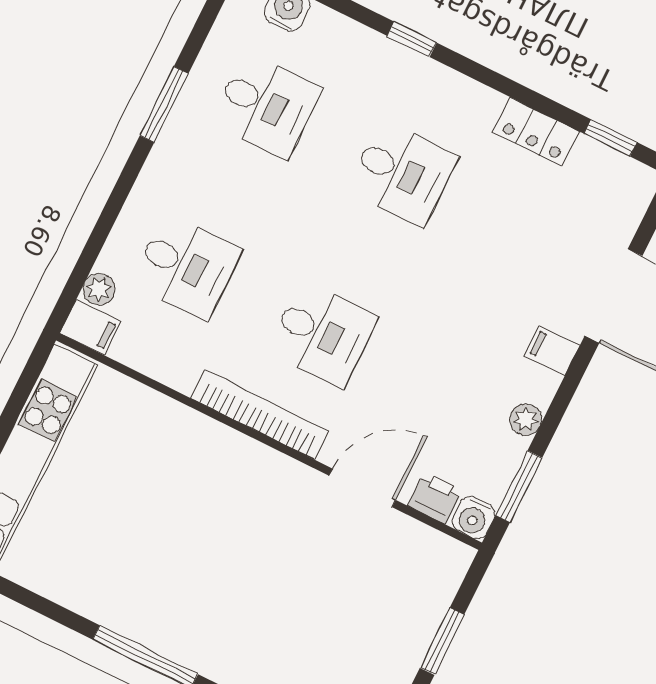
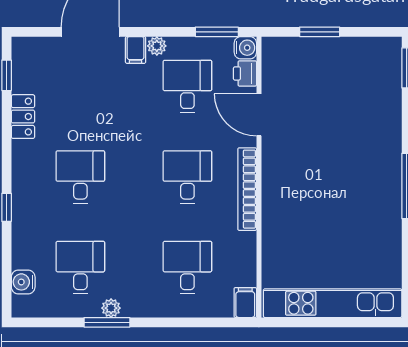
plant: (99, 289) -> (111, 308), moved
desk: (459, 402) -> (187, 86), added
plant: (526, 420) -> (157, 46), moved

